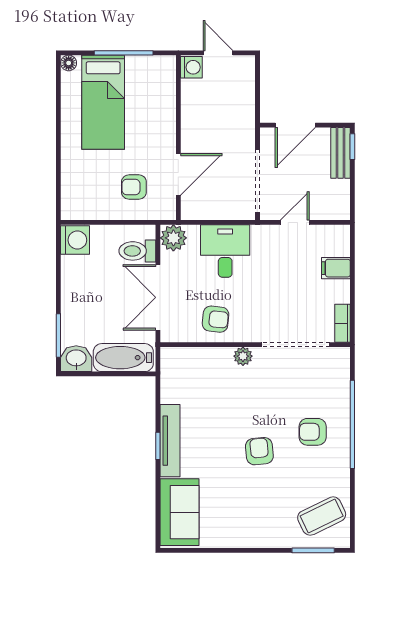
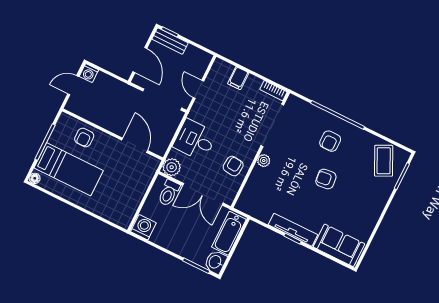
washing machine: (191, 67) -> (89, 73), moved, turned 180
armchair: (134, 187) -> (84, 137), moved

